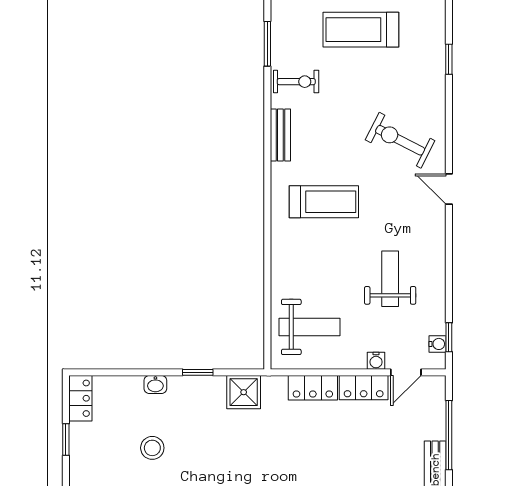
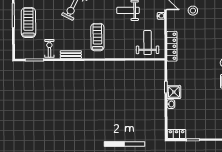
treadmill: (361, 30) -> (28, 23), turned 180
locker: (313, 388) -> (172, 46), width x1.53
locker: (364, 388) -> (172, 21), removed
shower: (244, 392) -> (174, 92), moved
stool: (152, 448) -> (193, 11), moved

